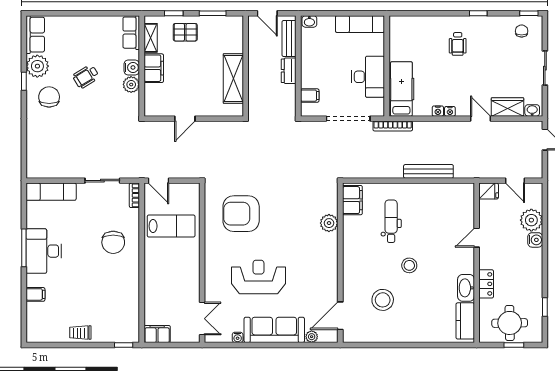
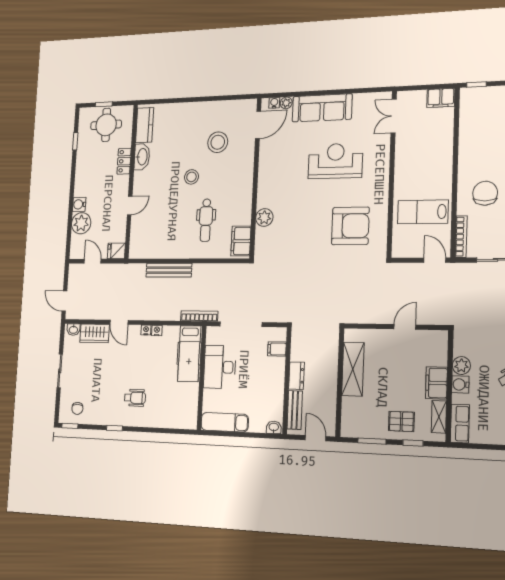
wheelchair: (458, 44) -> (135, 398), turned 90
bookcase: (134, 195) -> (461, 237), width x1.56
reception desk: (258, 277) -> (335, 161), turned 180
water cooler: (238, 337) -> (274, 103), moved

